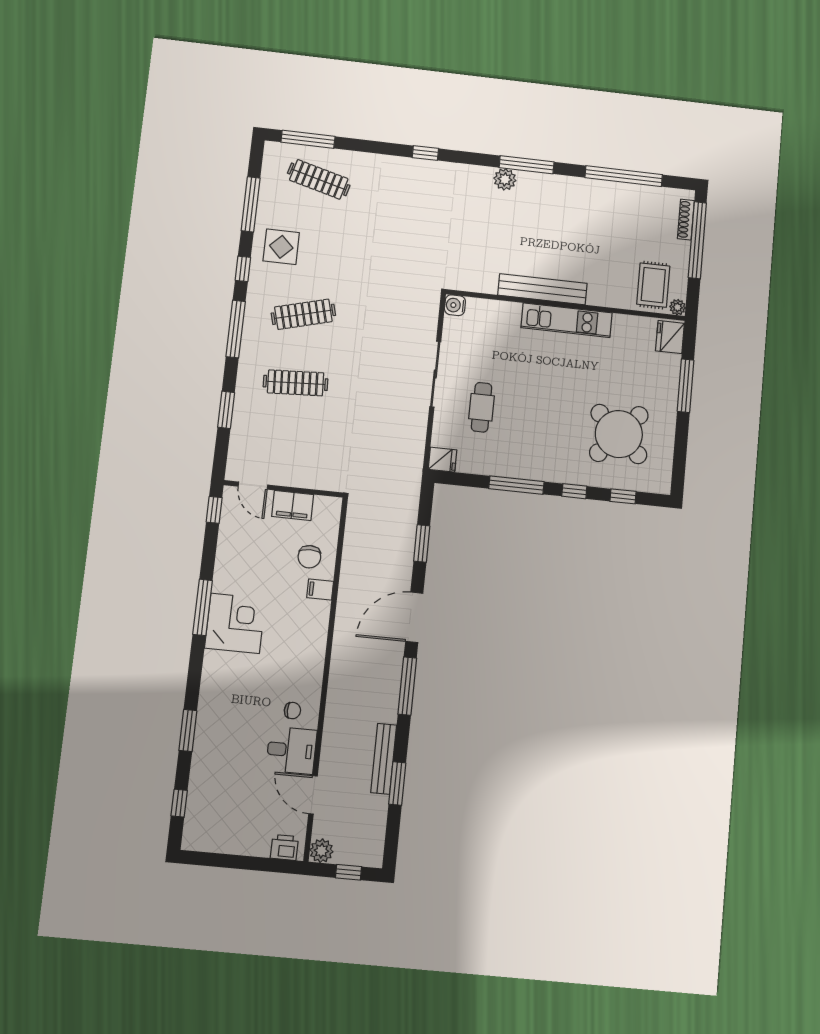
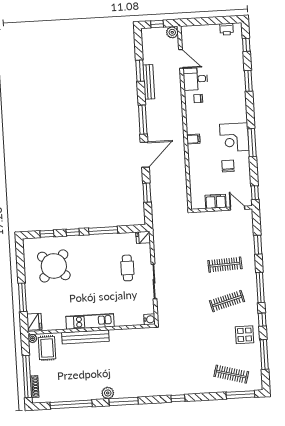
plant: (505, 179) -> (108, 393), moved
bench: (542, 289) -> (85, 337), moved
chair: (309, 557) -> (228, 166), moved
filing cabinet: (320, 589) -> (193, 139), moved
printer: (284, 847) -> (227, 29), moved

